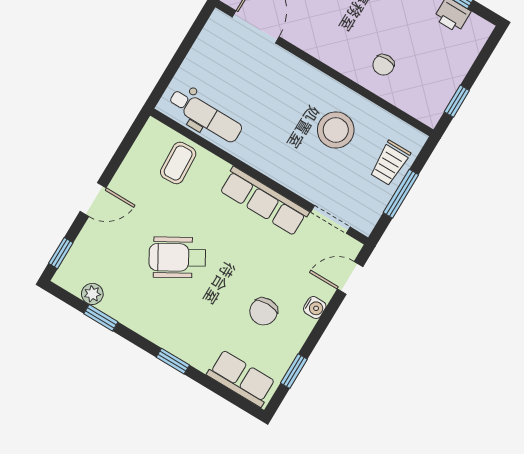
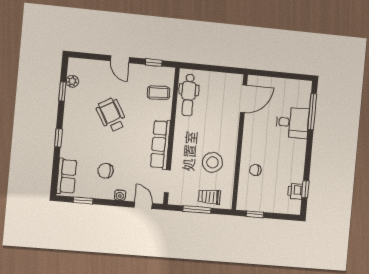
window: (61, 253) -> (154, 63), moved

